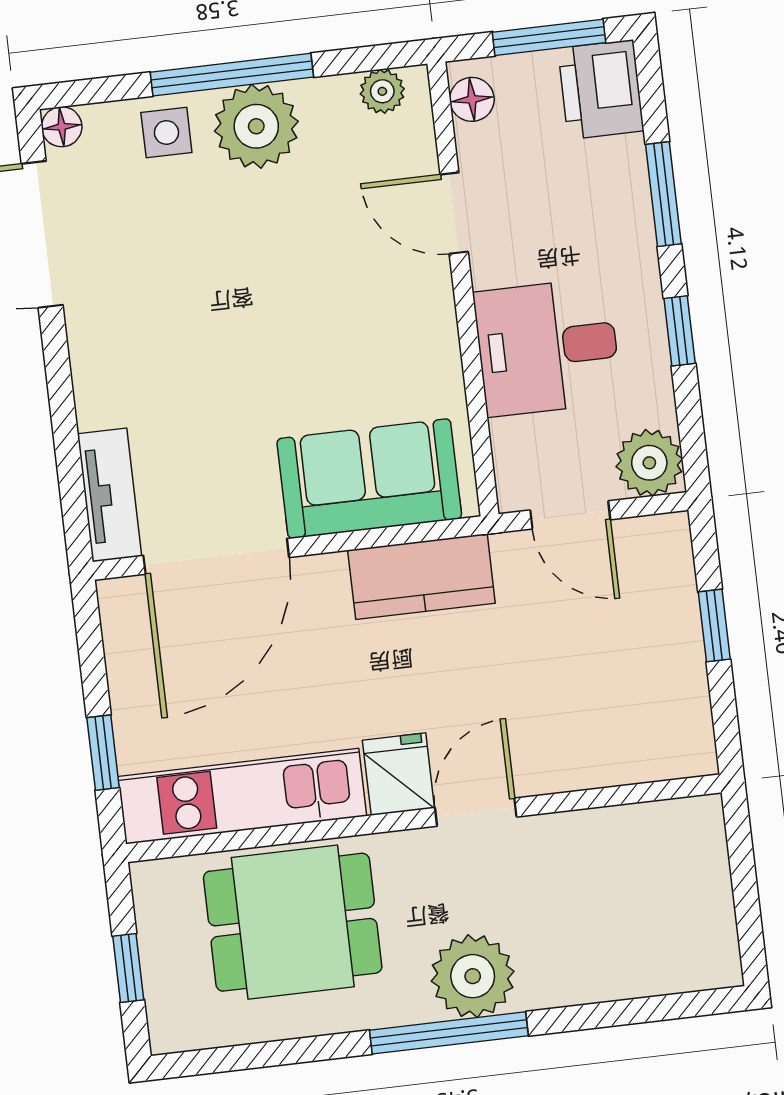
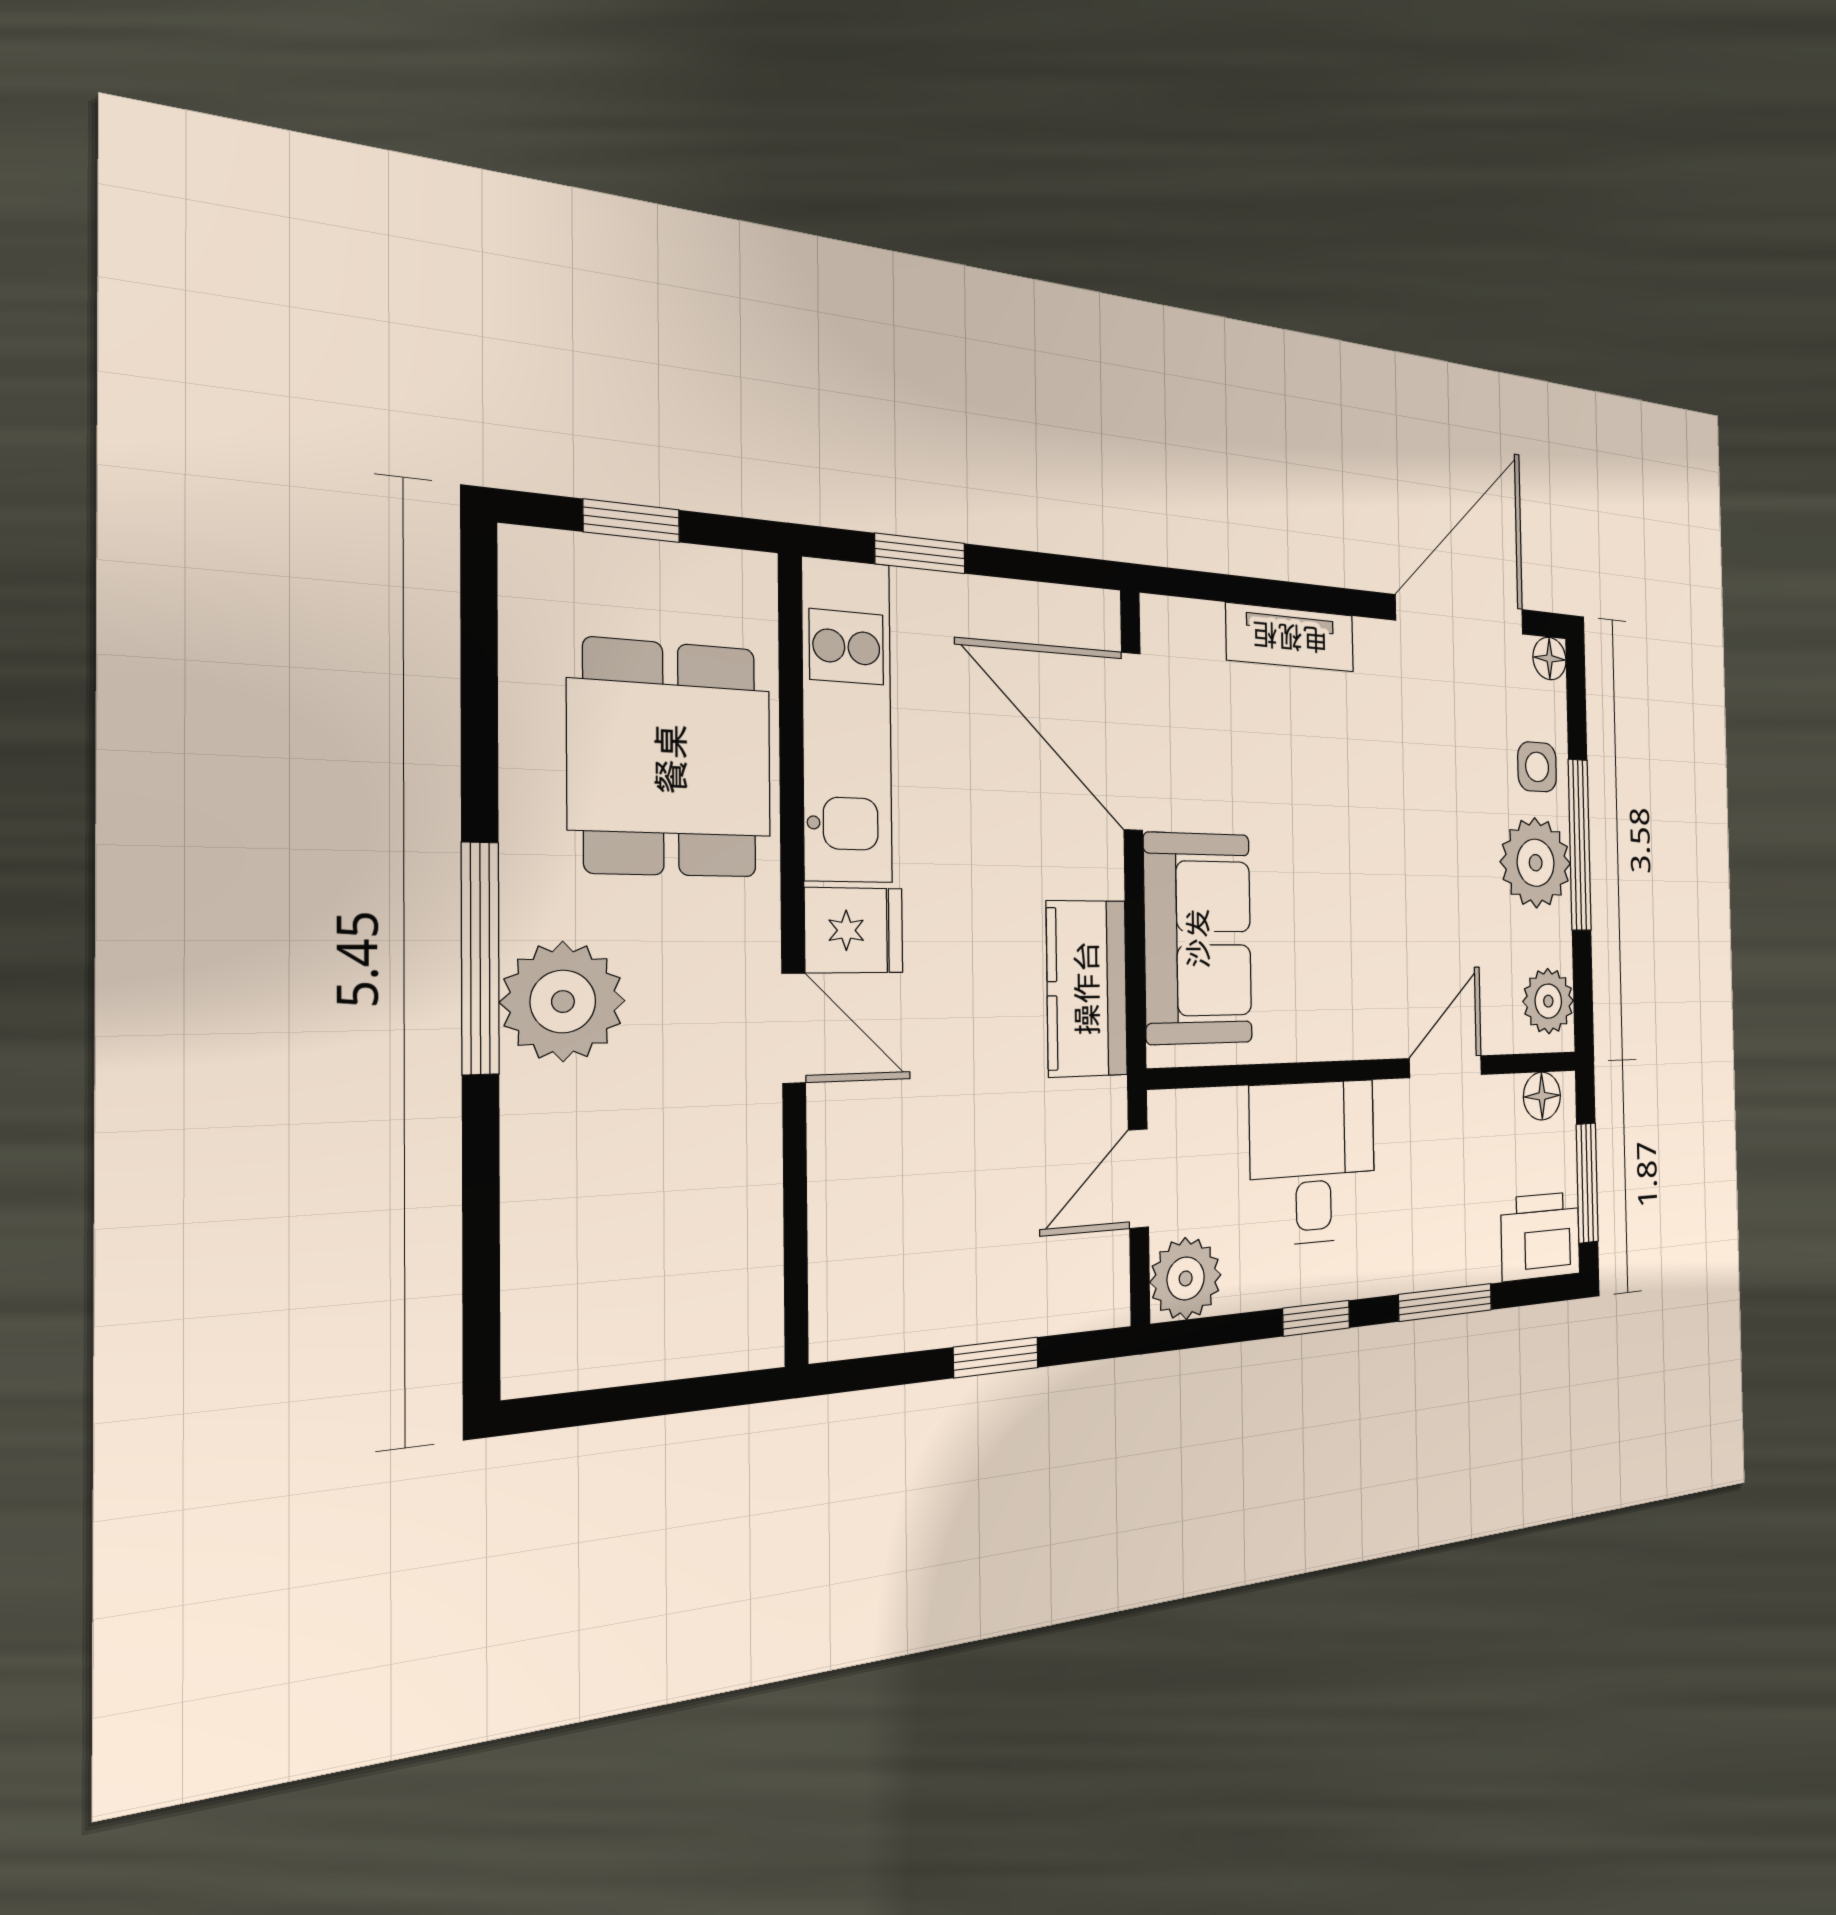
plant: (382, 91) -> (1548, 1001), width x1.38, depth x1.38
tv unit: (110, 495) -> (1290, 637), moved

